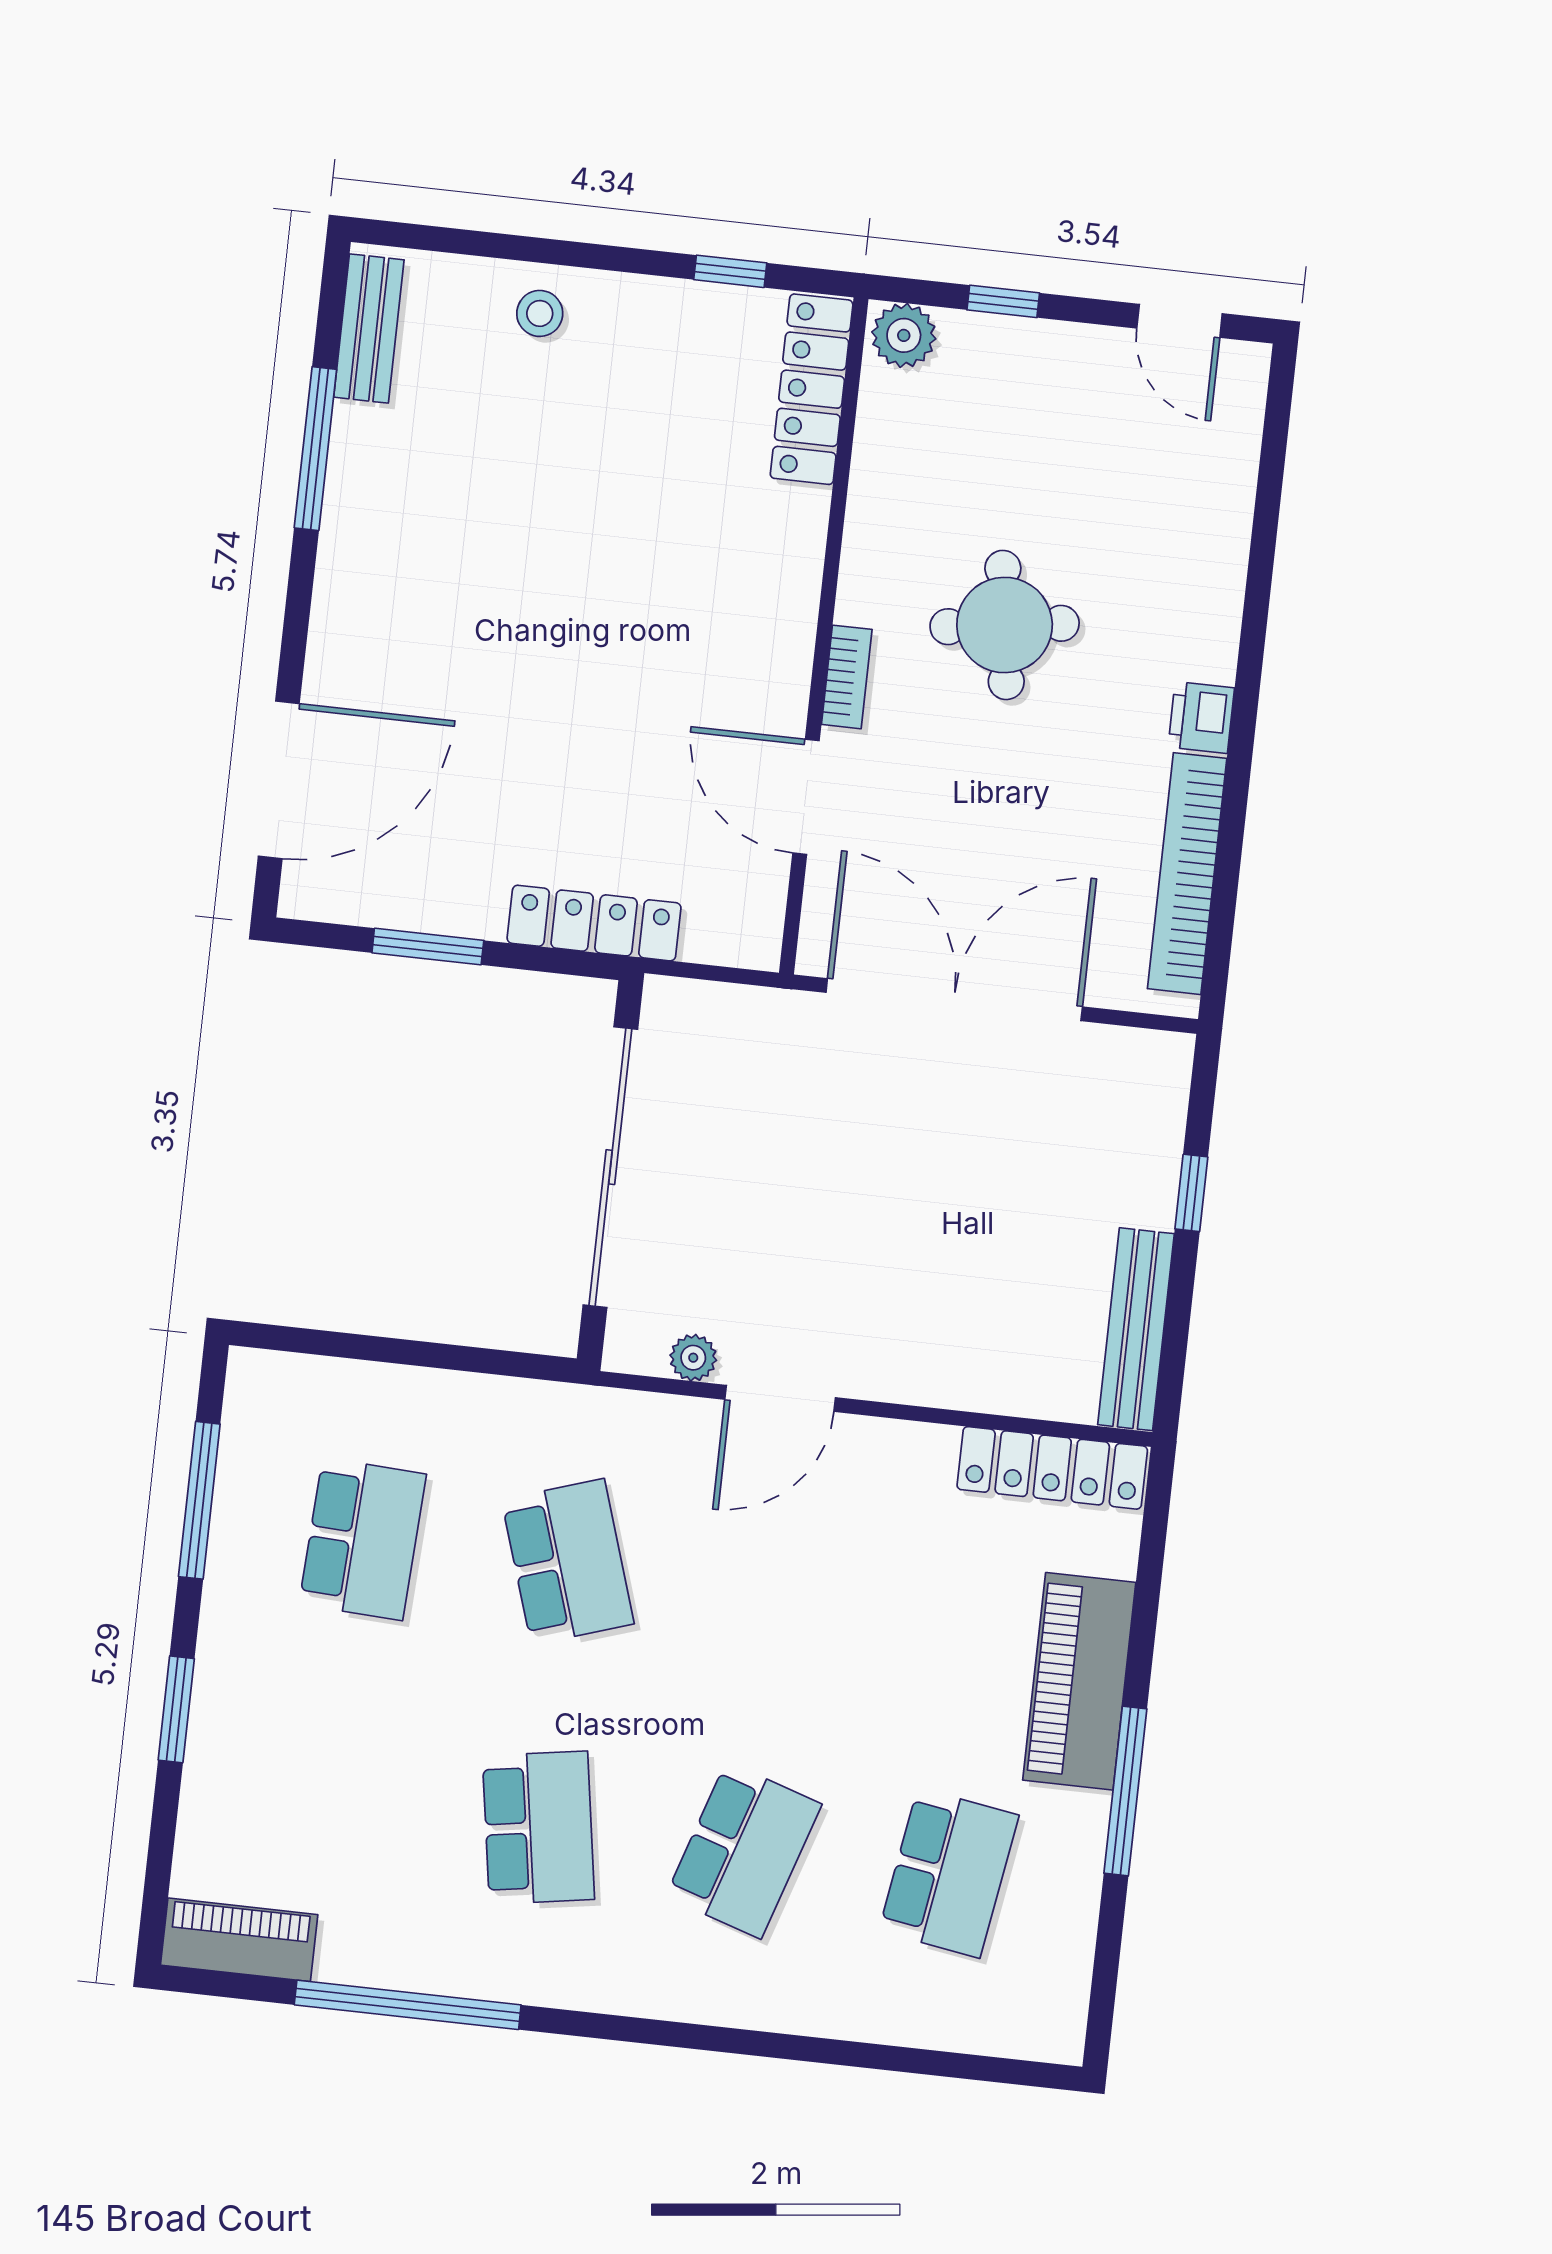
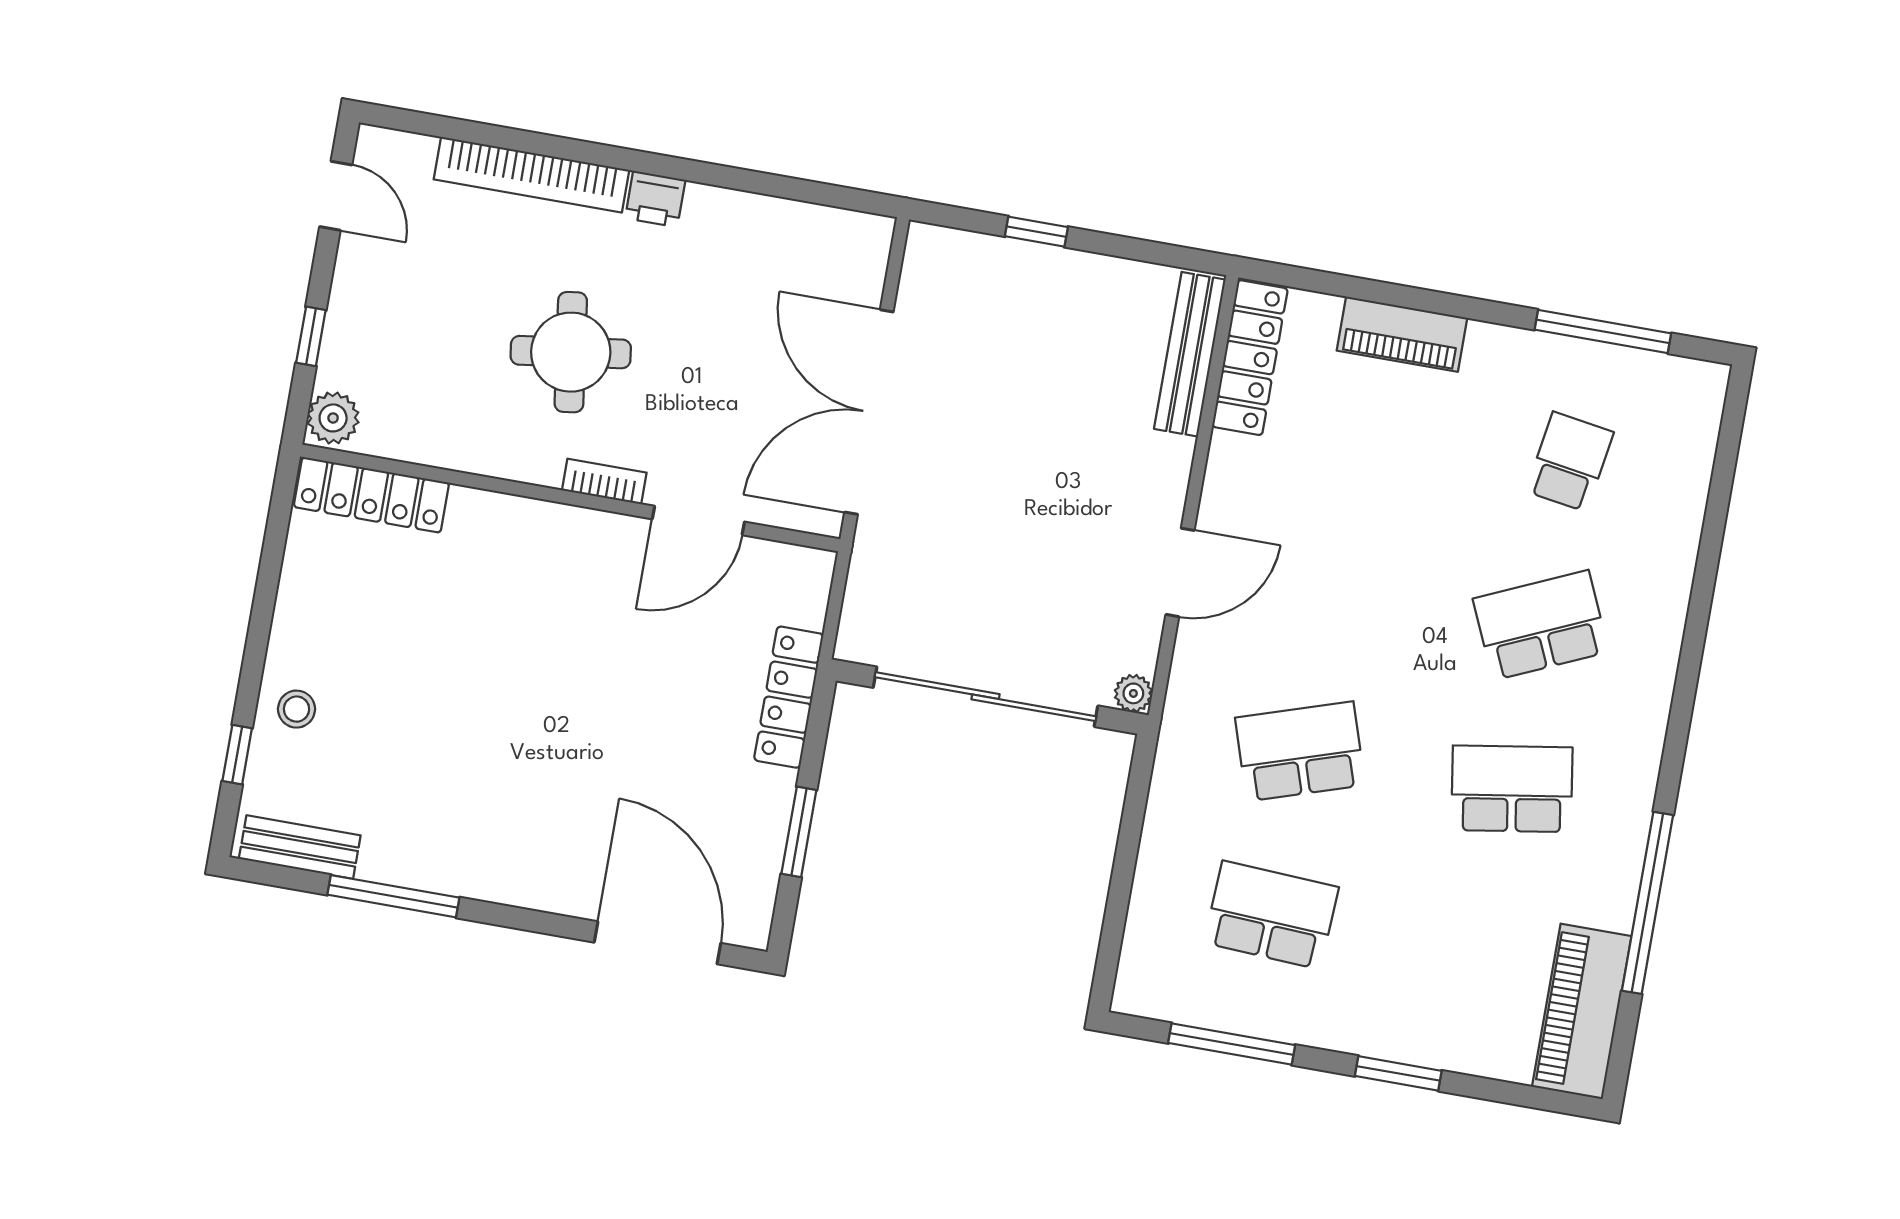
window: (730, 271) -> (237, 755), moved
door: (1180, 321) -> (336, 196), hinge flipped
bookcase: (1187, 874) -> (531, 175), moved
bench: (1136, 1329) -> (1190, 354), moved, turned 90
plant: (693, 1358) -> (1133, 693), moved
door: (780, 1398) -> (1180, 572), hinge flipped
piano: (1079, 1681) -> (1402, 334), width x0.73, depth x0.75
window: (1125, 1791) -> (1603, 331), moved
school desk: (744, 1850) -> (1541, 625), turned -42
school desk: (949, 1873) -> (1570, 462), width x0.54
piano: (239, 1940) -> (1582, 1011), width x1.37, depth x1.33

